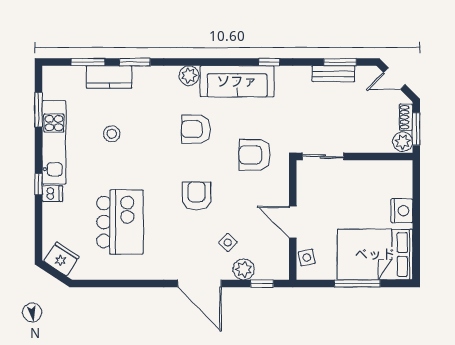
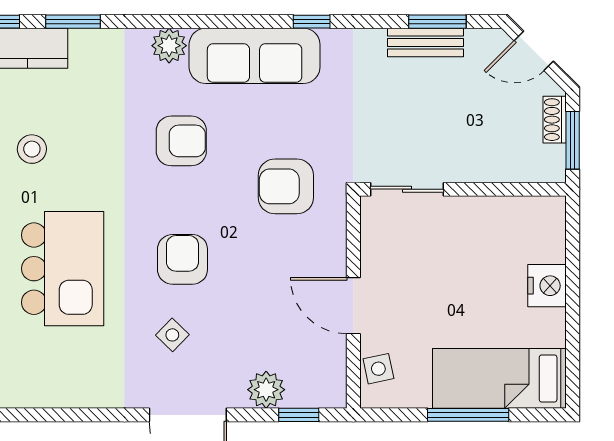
armchair: (196, 129) -> (181, 141), turned 180
plant: (403, 142) -> (549, 163), removed
kitchen island: (120, 222) -> (63, 269), moved
side table: (228, 243) -> (172, 335), moved
bed: (375, 254) -> (499, 378), width x0.67

